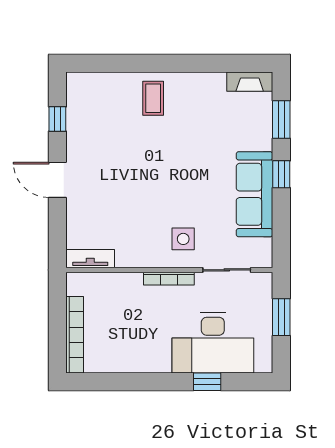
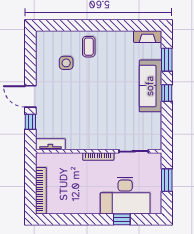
window: (57, 119) -> (30, 122), moved
sofa: (254, 194) -> (150, 86), moved
side table: (183, 239) -> (66, 63), moved

